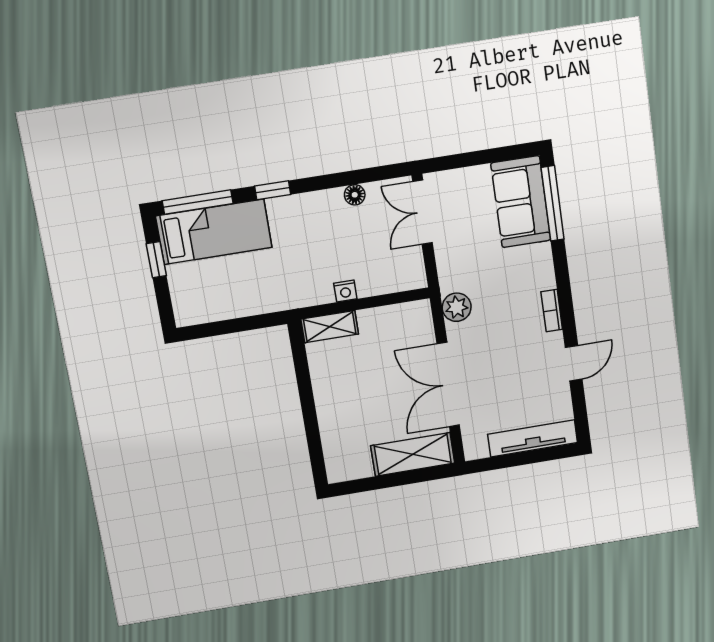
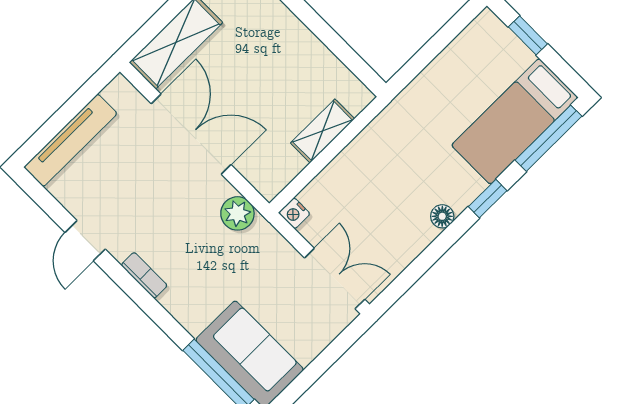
floor lamp: (355, 195) -> (442, 216), moved
window: (156, 260) -> (528, 35), moved
nightstand: (345, 291) -> (294, 213), moved, turned -90
shelving: (330, 327) -> (323, 131), moved

